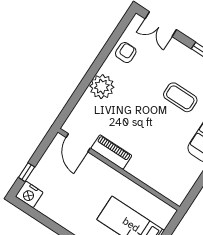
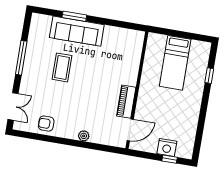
plant: (102, 87) -> (84, 136), width x0.53, depth x0.53
nightstand: (29, 194) -> (167, 147), moved, turned 90

